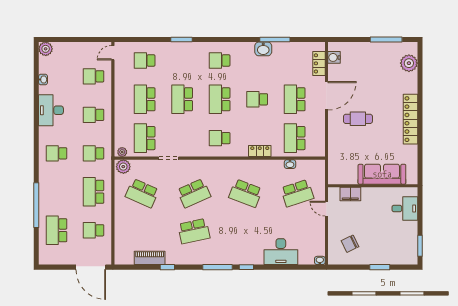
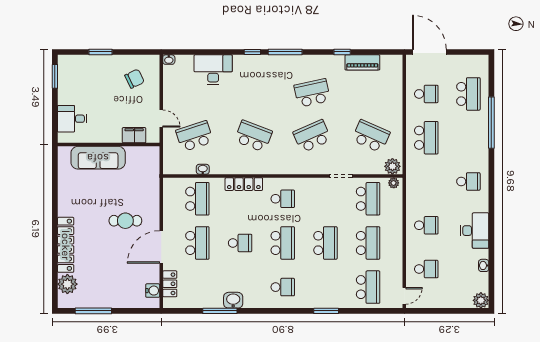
school desk: (145, 60) -> (368, 287), width x1.85
locker: (410, 119) -> (66, 245), moved
locker: (260, 151) -> (244, 184), width x1.53
school desk: (94, 153) -> (426, 181), removed

